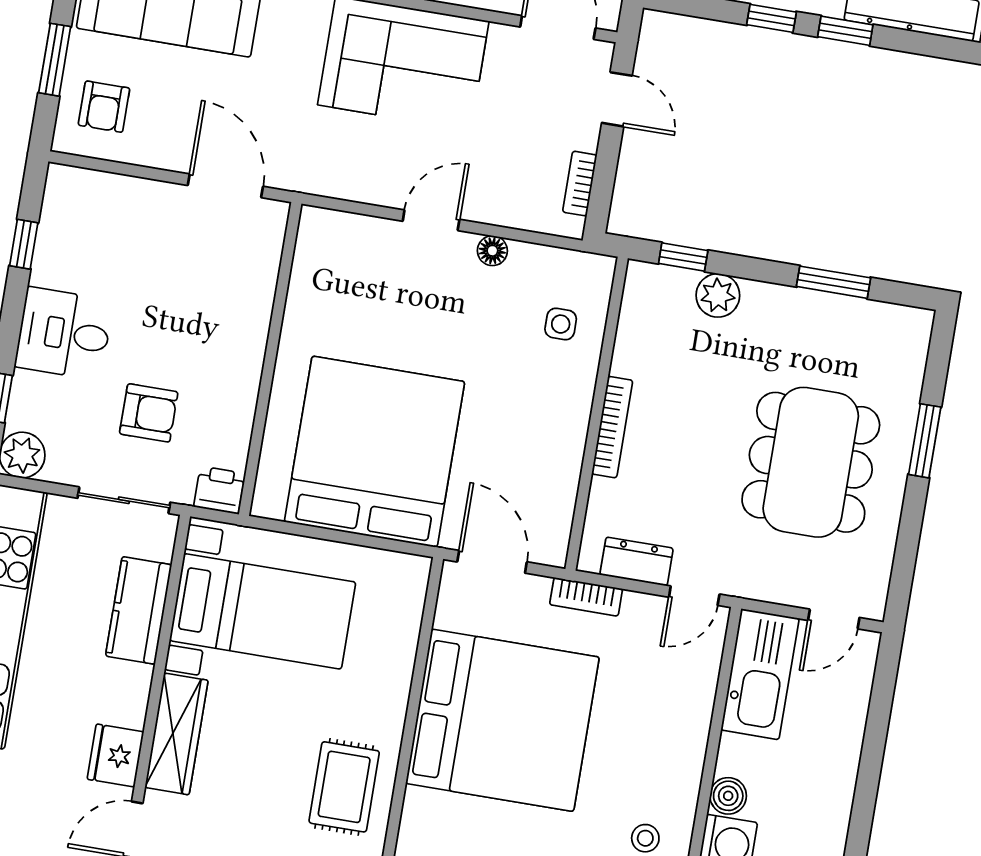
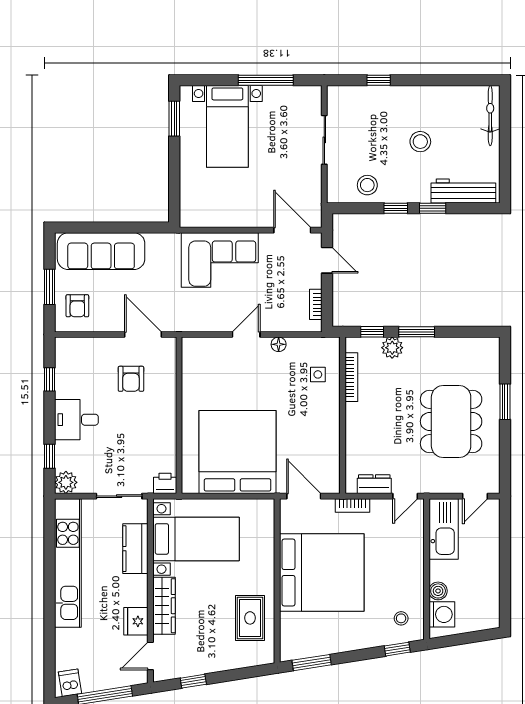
window: (833, 282) -> (417, 332), moved
armchair: (149, 413) -> (131, 379), moved, turned 90
bookcase: (612, 427) -> (351, 377), moved

